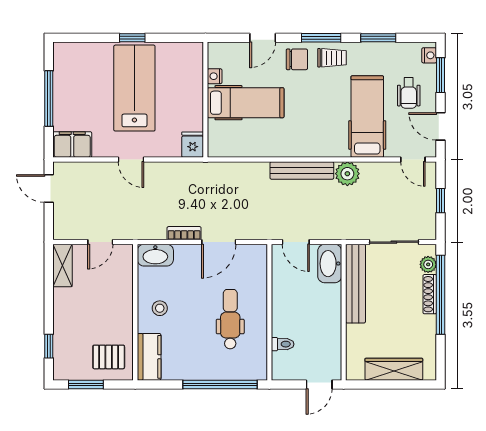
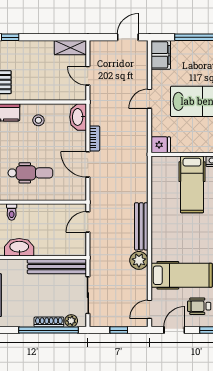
washbasin: (330, 264) -> (19, 247), moved

